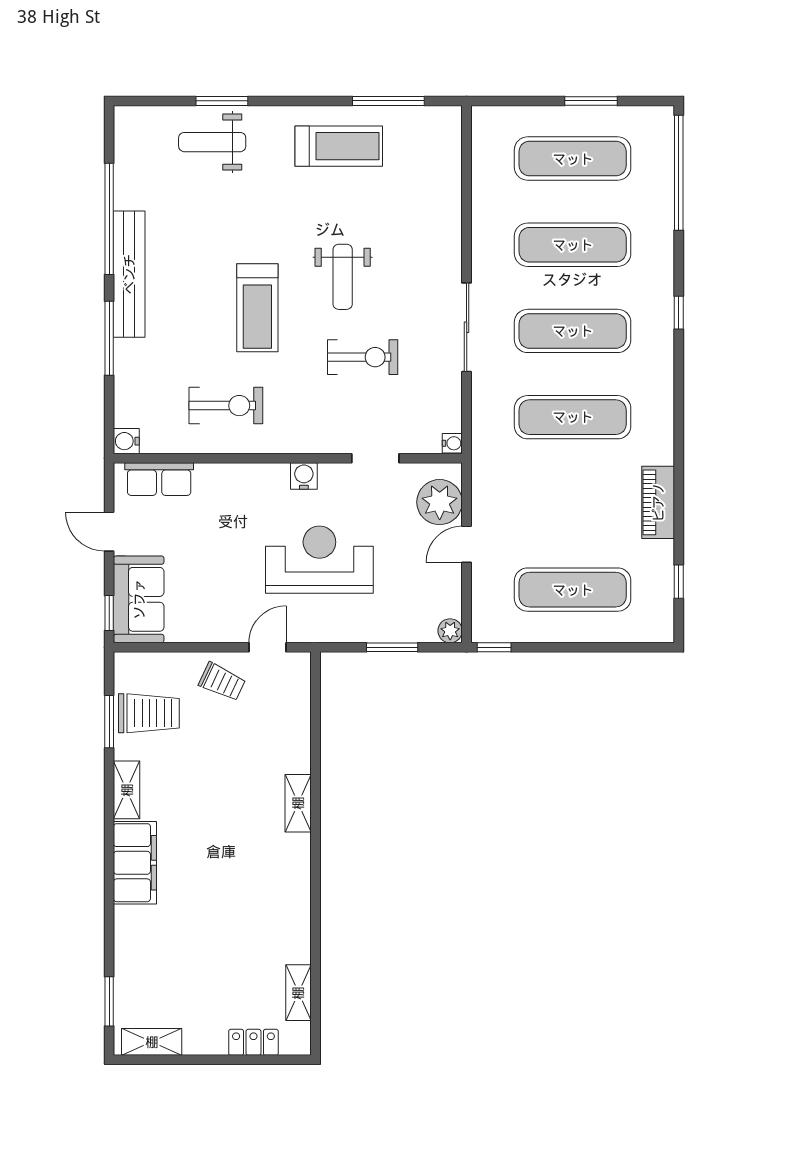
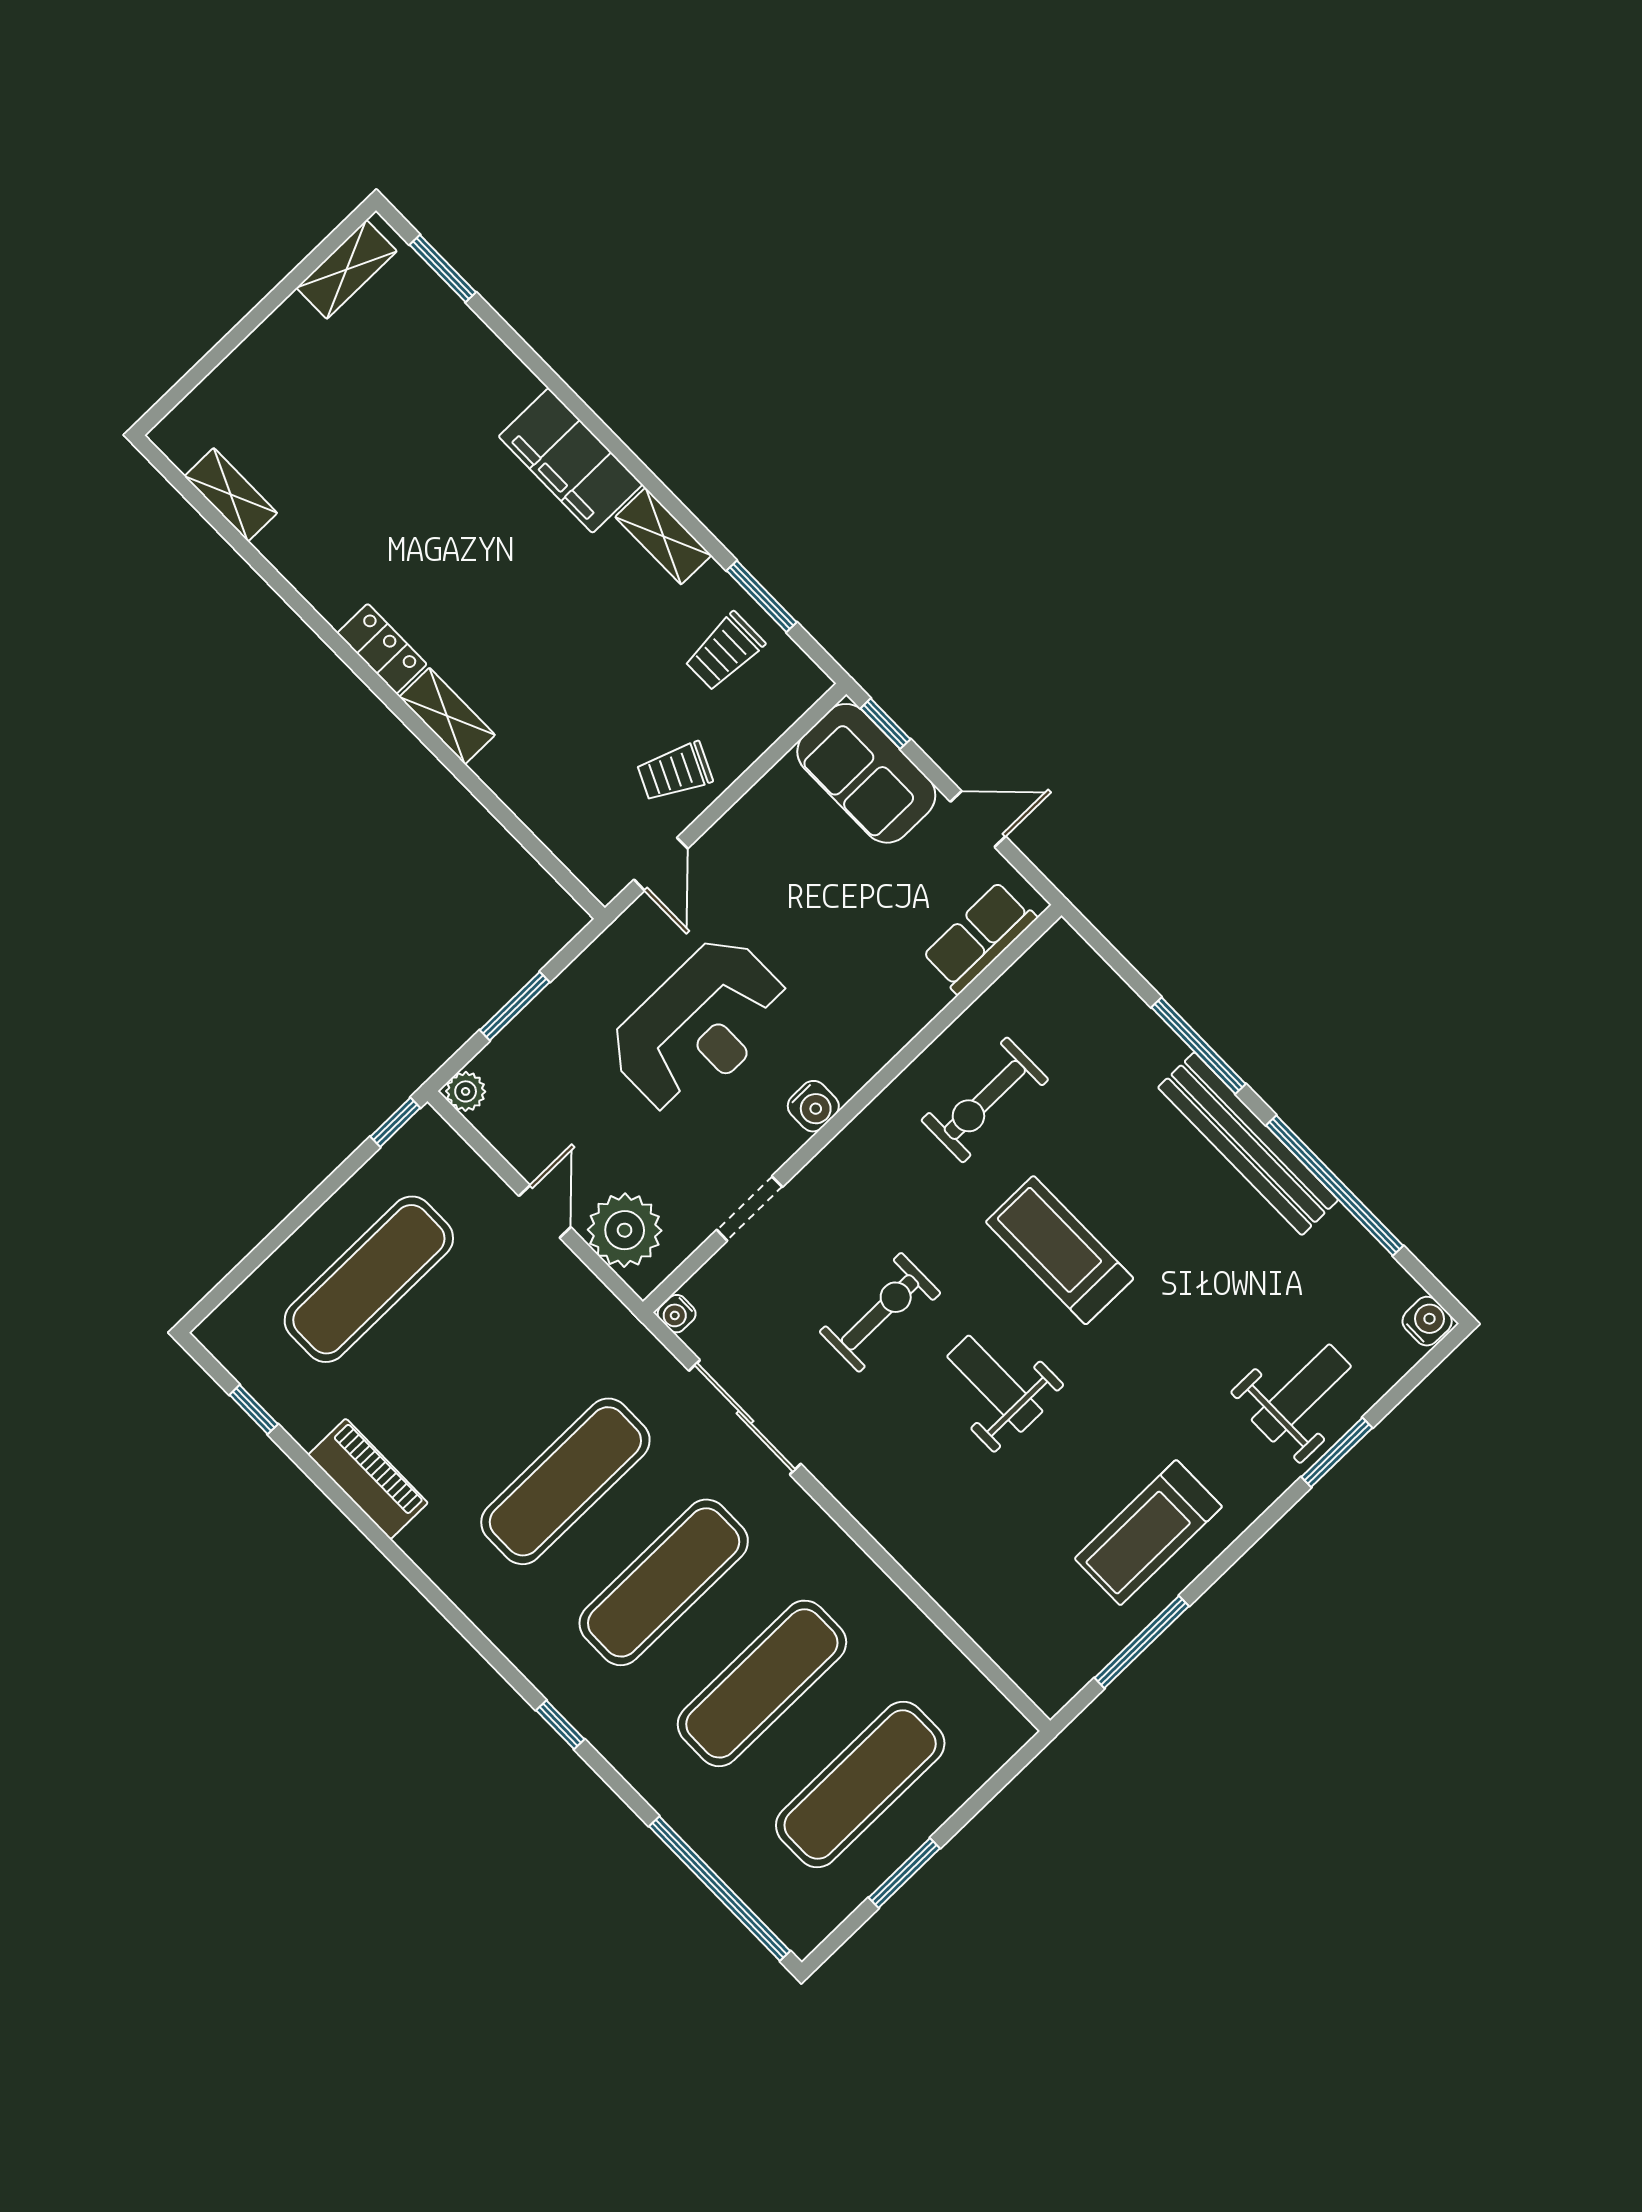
sliding door: (467, 327) -> (745, 1417), moved
exercise bike: (363, 357) -> (880, 1312), turned 180
water cooler: (126, 441) -> (1427, 1321), moved
trolley: (149, 713) -> (725, 652), width x0.73, depth x0.72
locker: (253, 1042) -> (382, 649), moved, turned -90

